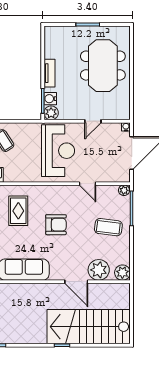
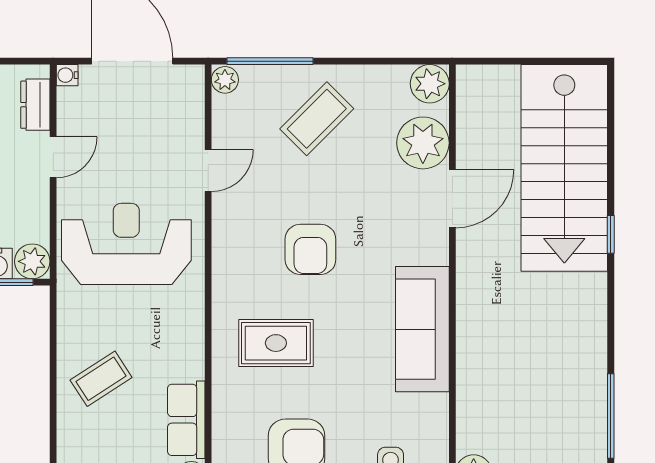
dresser: (114, 114) -> (35, 105), added
door: (93, 121) -> (53, 157), hinge flipped
armchair: (56, 225) -> (310, 249), turned 180
coffee table: (108, 227) -> (317, 119), turned 38

